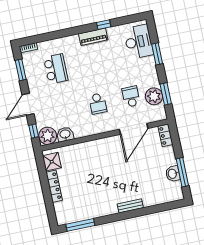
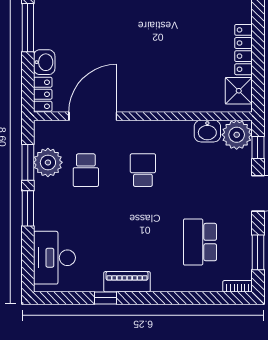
window: (157, 54) -> (28, 208), moved
washbasin: (173, 174) -> (44, 62), moved

